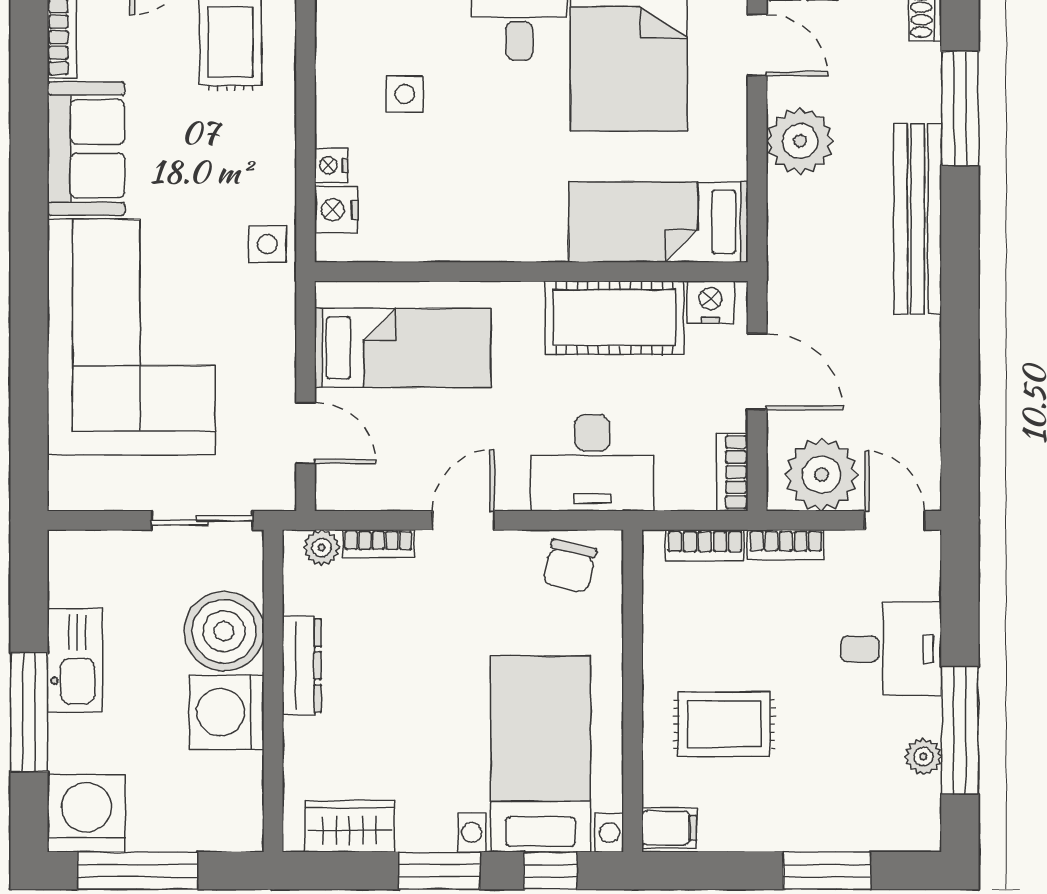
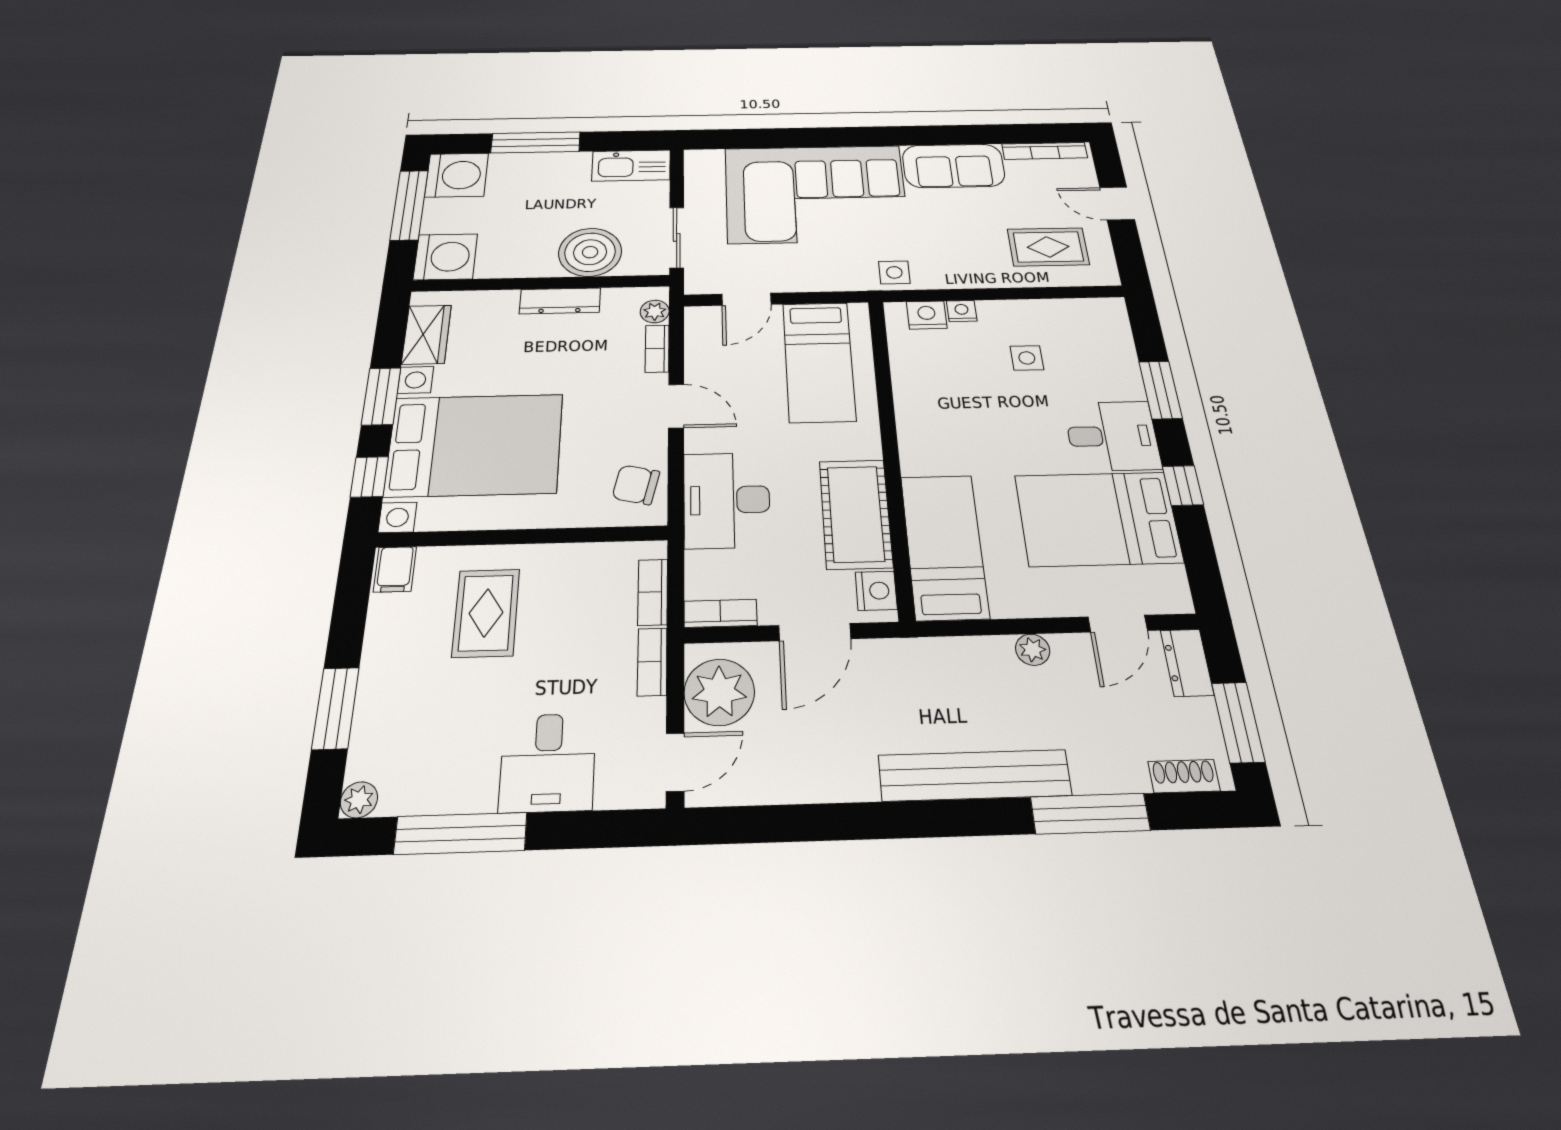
plant: (800, 141) -> (1033, 650), width x0.53, depth x0.53
kitchen sink: (75, 660) -> (631, 166), moved
washing machine: (227, 712) -> (445, 257), moved, turned 90
bed with nightstands: (541, 754) -> (475, 445), width x1.36
plant: (923, 757) -> (359, 800), moved

